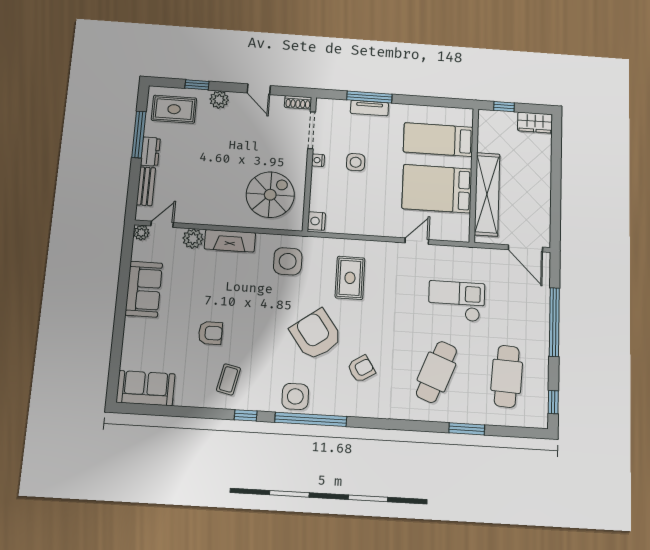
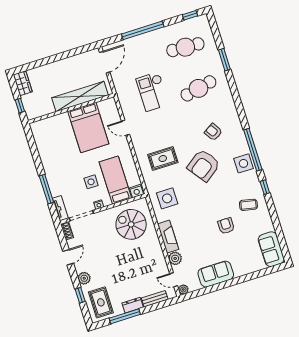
tv unit: (369, 108) -> (60, 208), moved
bed: (438, 140) -> (115, 180), moved, turned 180
cafe table: (437, 372) -> (198, 88), turned -33

